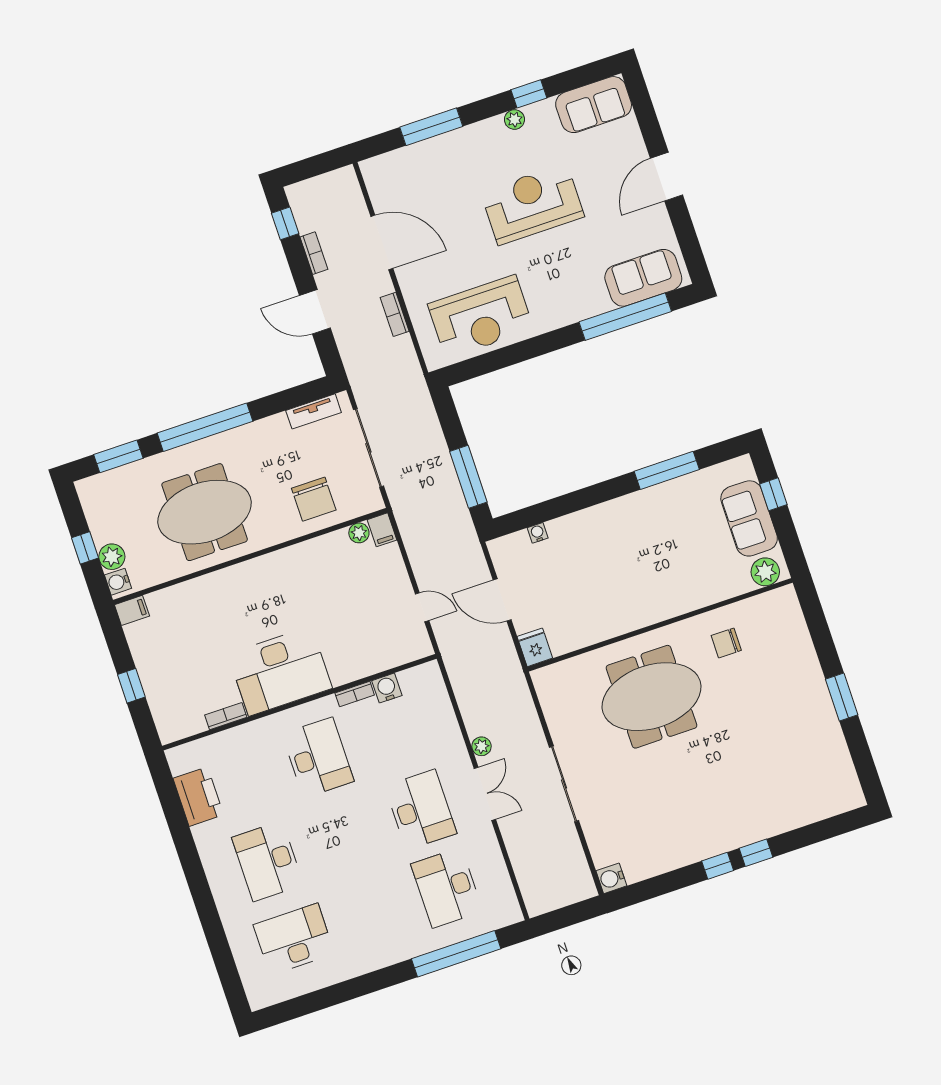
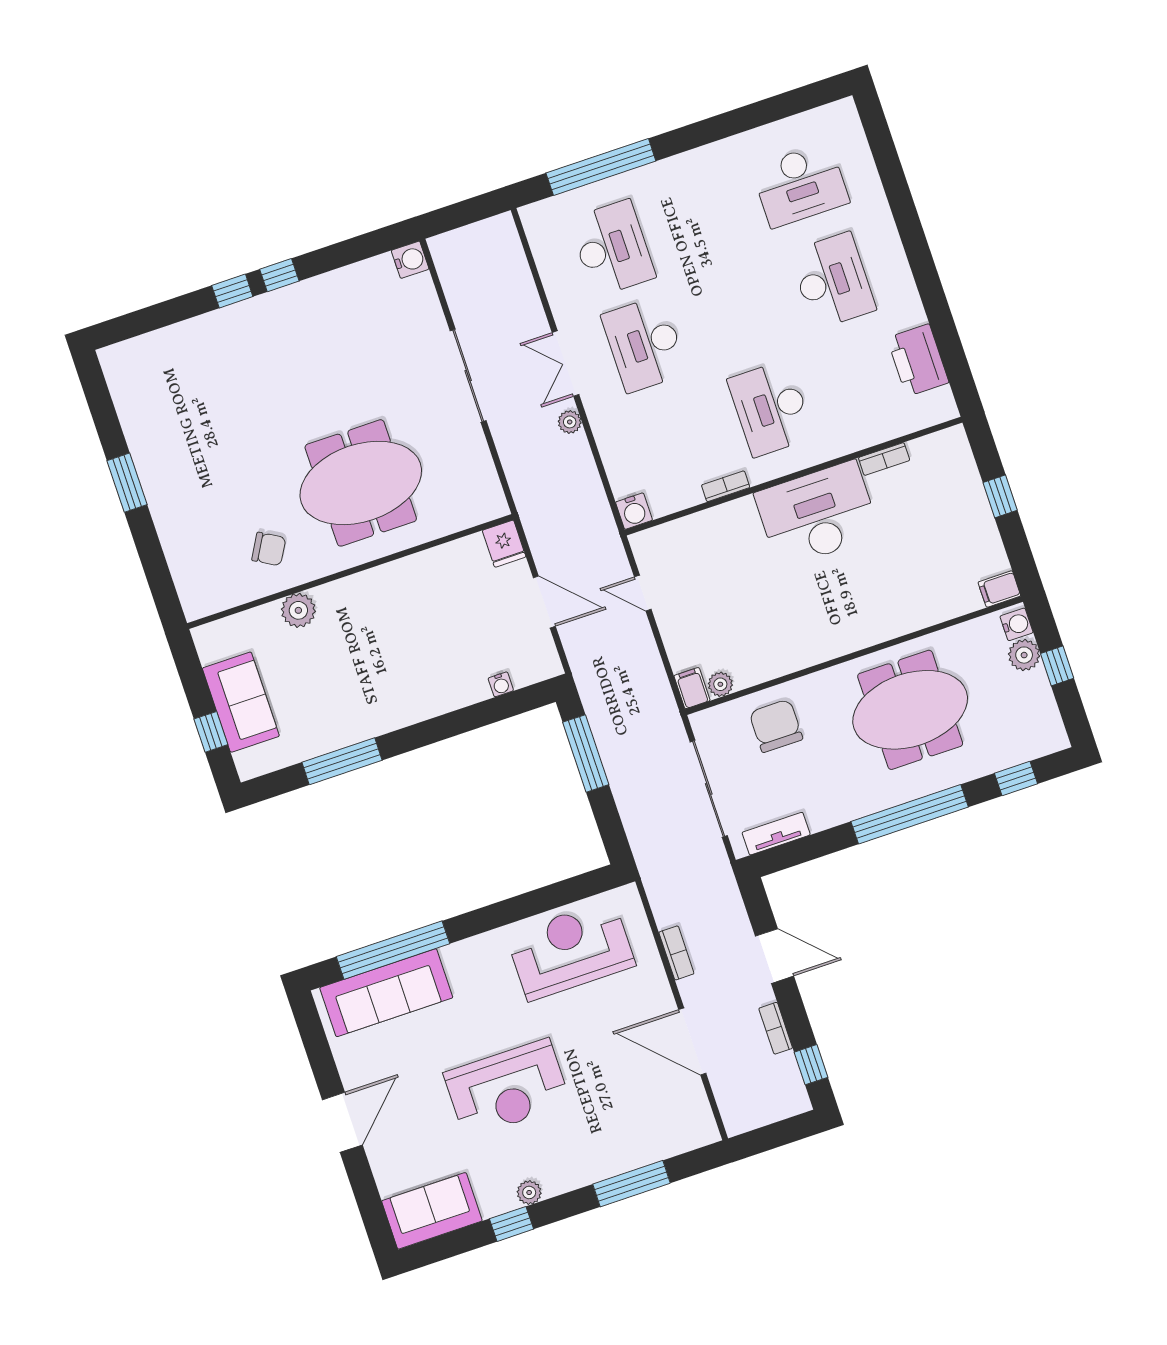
sofa: (643, 278) -> (386, 993), width x1.36
window: (118, 456) -> (1016, 778), width x0.67
plant: (765, 572) -> (298, 610), moved
chair: (726, 643) -> (269, 549), turned 30
water cooler: (387, 688) -> (634, 511), moved

